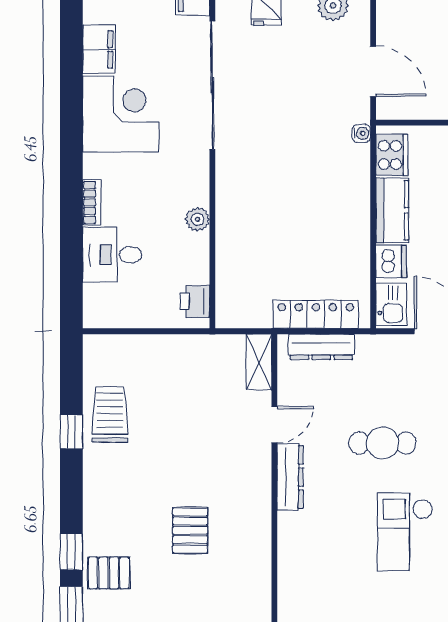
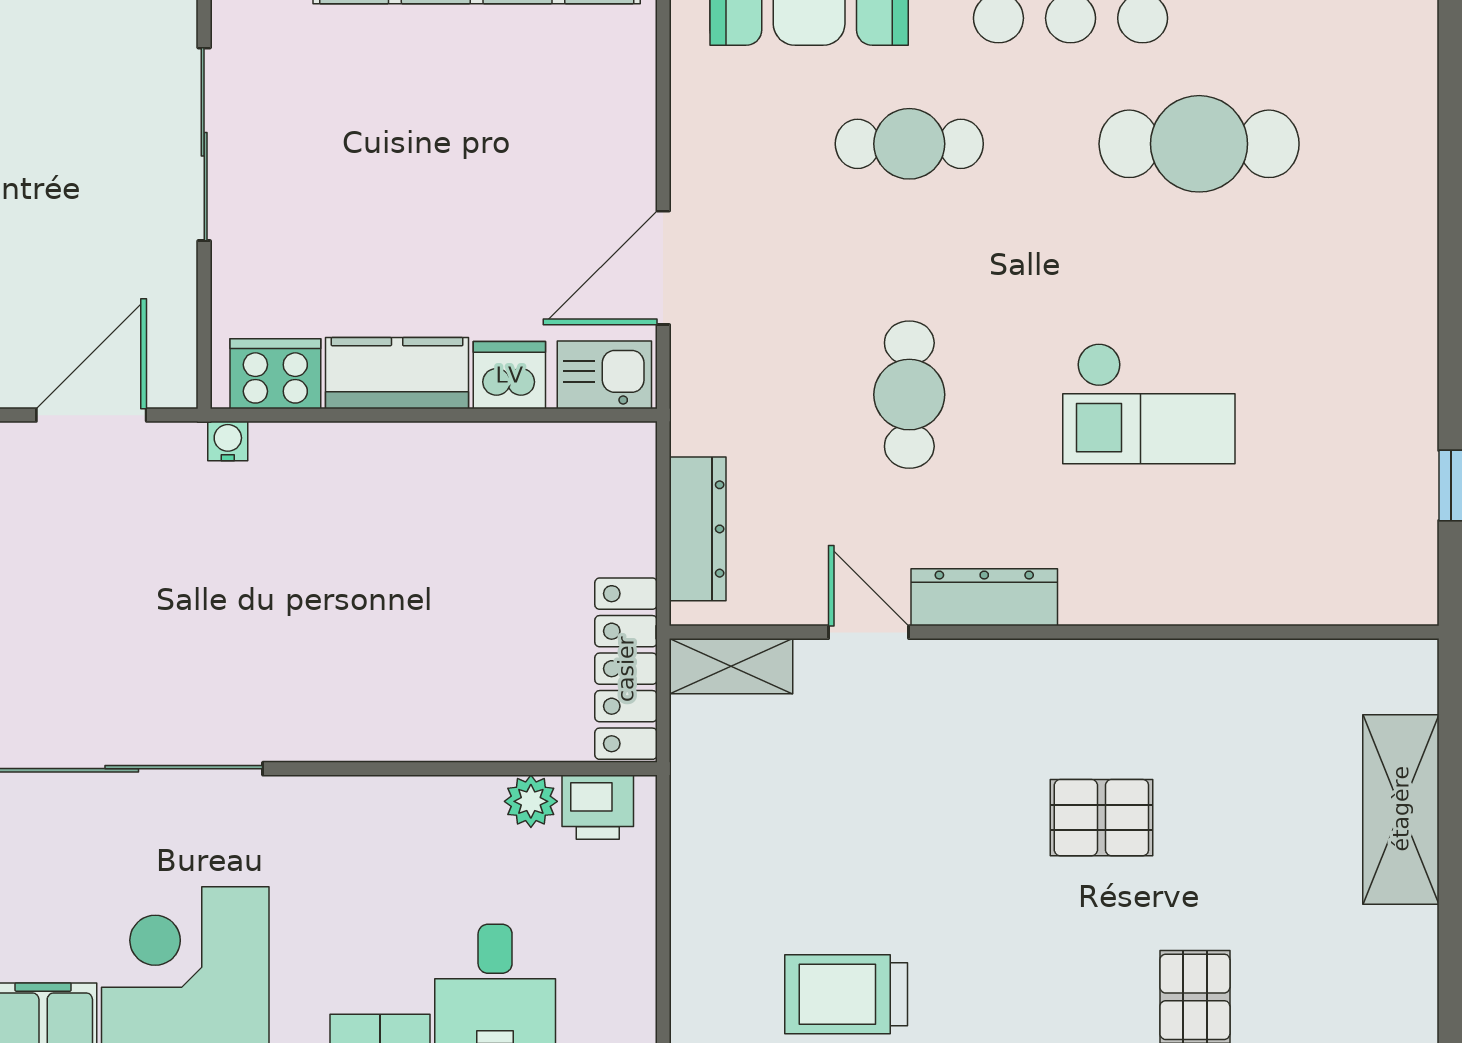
plant: (198, 219) -> (531, 801), moved
locker: (316, 314) -> (626, 669), moved
checkout: (405, 532) -> (1149, 403), moved

